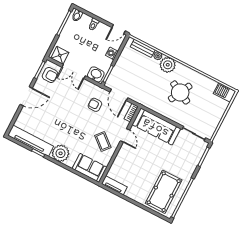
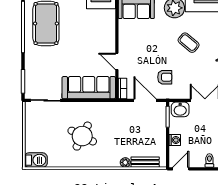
plant: (168, 65) -> (110, 158), removed
coffee table: (103, 141) -> (189, 43), moved

